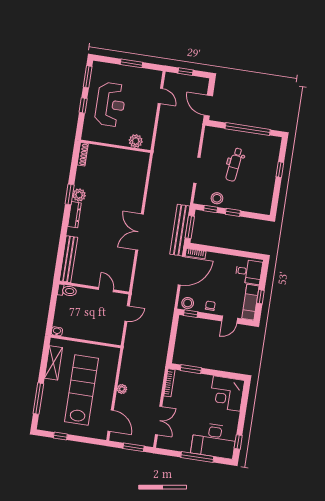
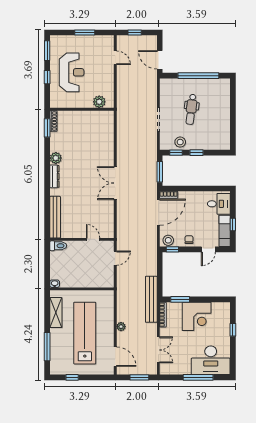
window: (280, 170) -> (233, 108), removed
window: (70, 194) -> (47, 128), moved
bench: (180, 230) -> (151, 299), moved
corner desk: (227, 394) -> (197, 316), moved, turned -90
window: (238, 442) -> (233, 330), moved

